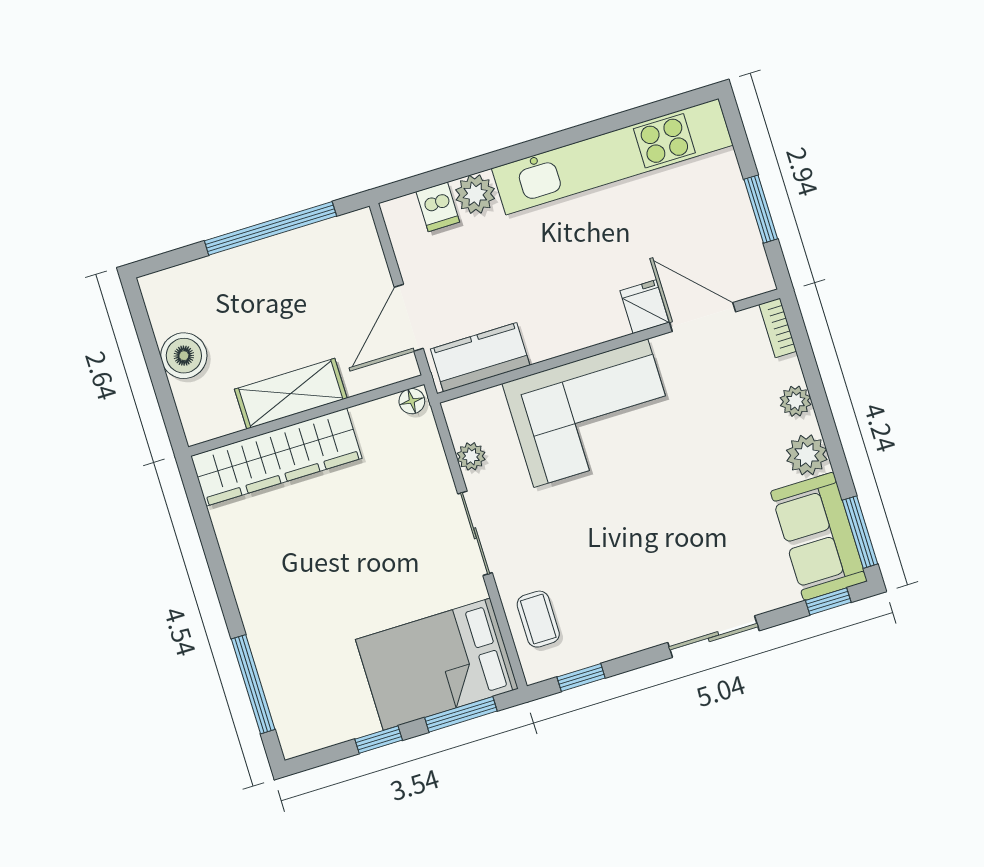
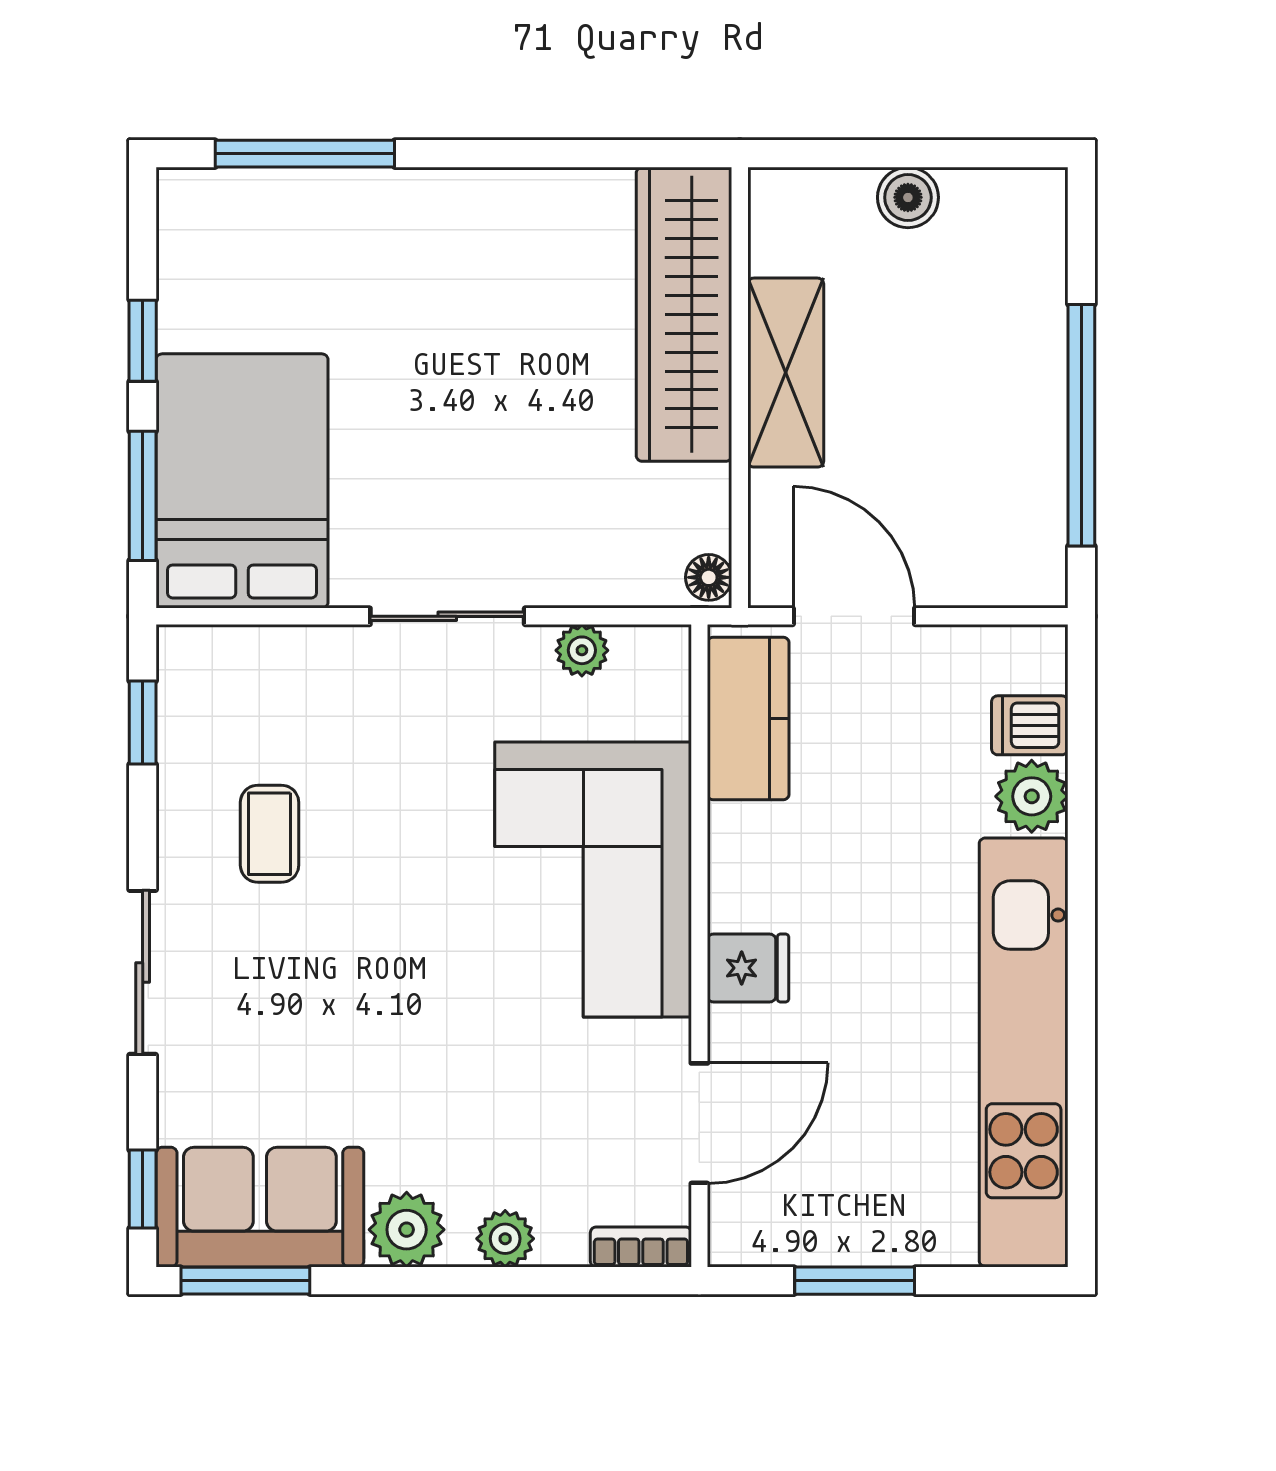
fridge: (645, 307) -> (748, 968), moved
boiler: (184, 356) -> (908, 197), width x0.73, depth x0.73
coffee table: (538, 619) -> (270, 834), moved, turned 90

